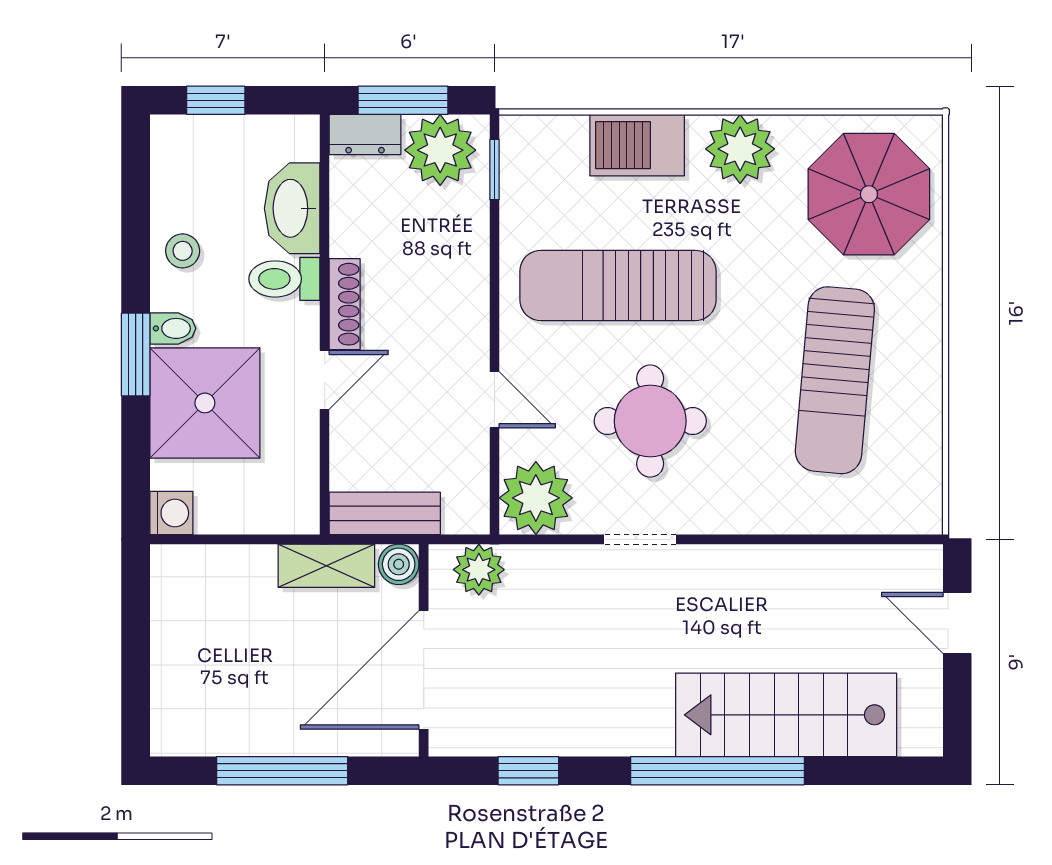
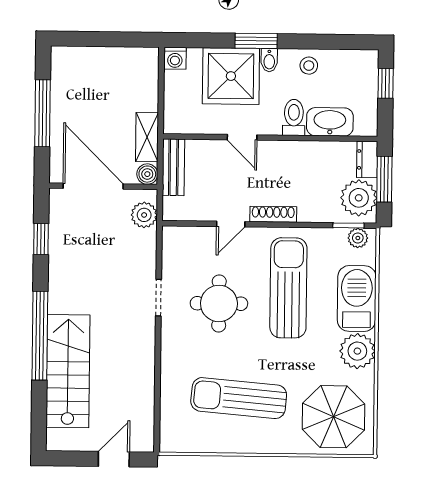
barbecue: (637, 145) -> (357, 298), width x1.37, depth x1.21
shoe rack: (345, 304) -> (273, 214), moved, turned 180
plant: (536, 498) -> (358, 238), moved, width x0.53, depth x0.53

